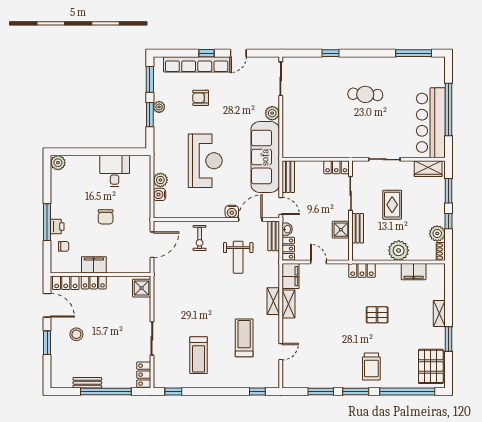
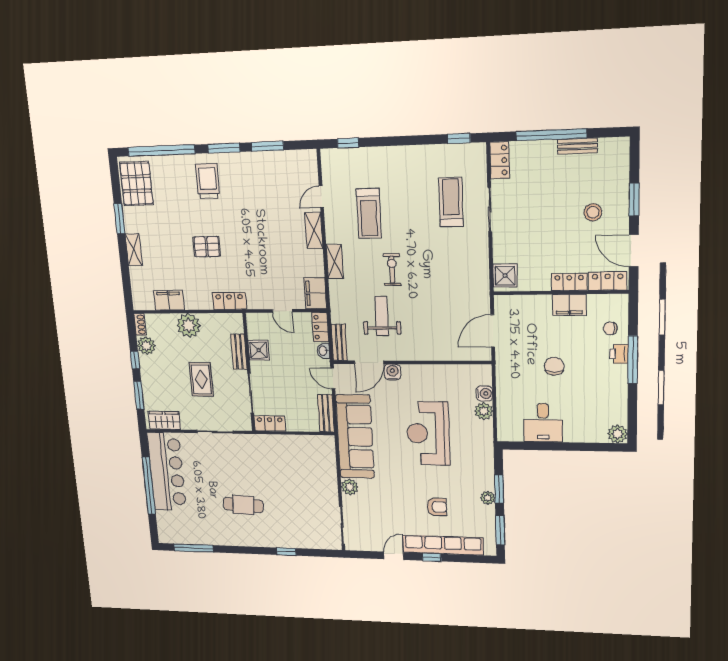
exercise bike: (200, 238) -> (392, 270), moved
shelving: (288, 304) -> (314, 231), moved
treadmill: (199, 355) -> (451, 202), moved

